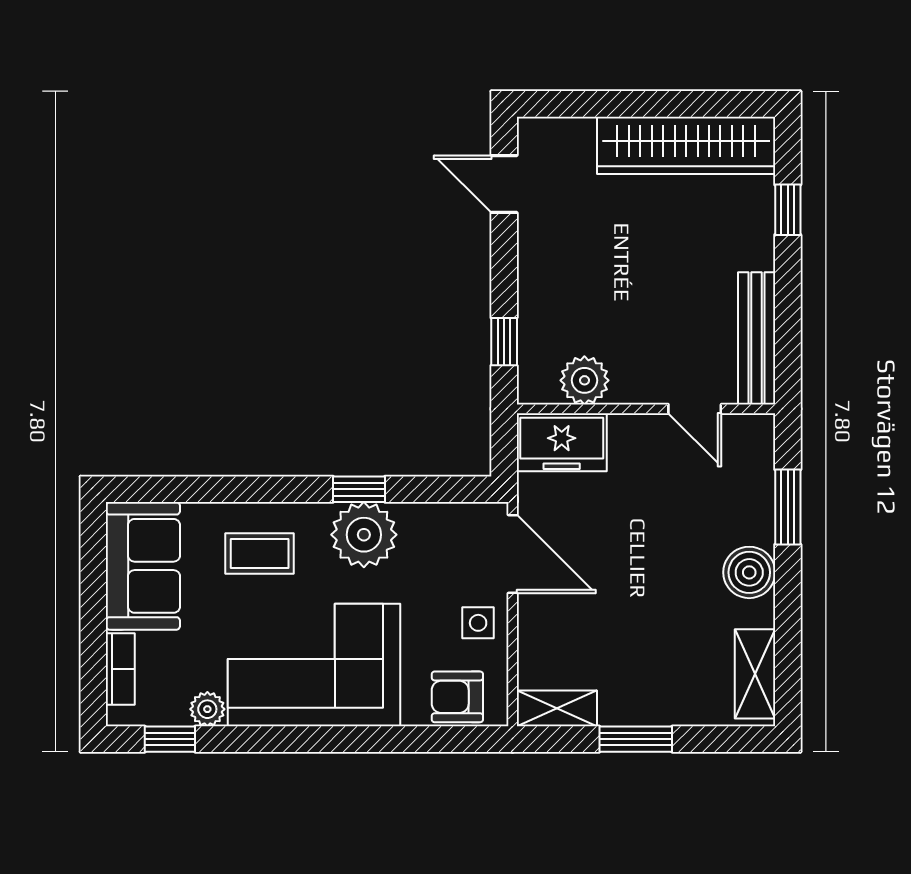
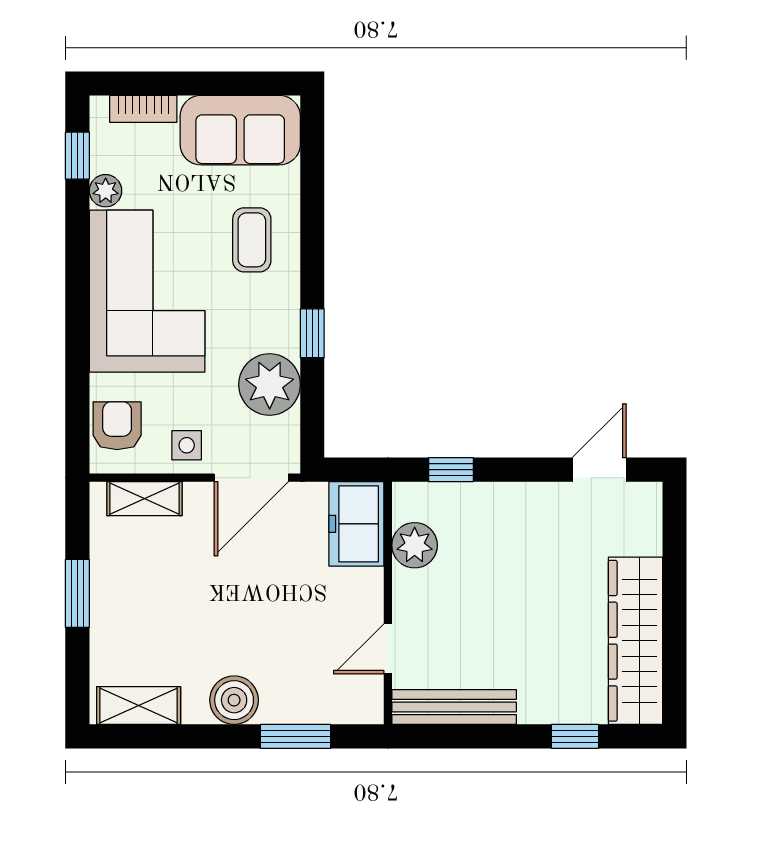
plant: (364, 535) -> (270, 385), moved
shelving: (557, 708) -> (144, 499), moved, turned 90

